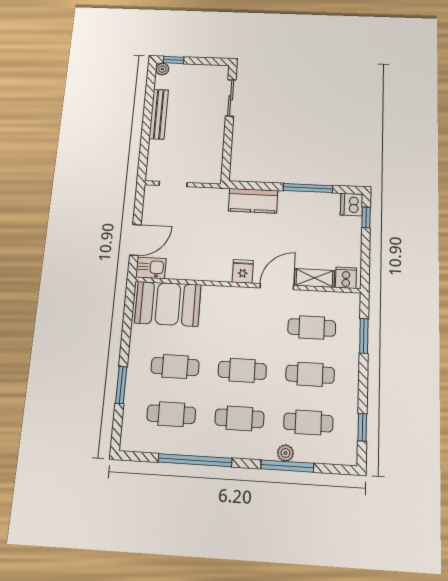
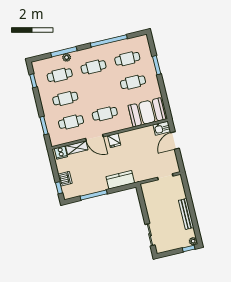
dishwasher: (352, 205) -> (65, 179), moved
door: (277, 287) -> (94, 138), hinge flipped
cafe table: (242, 370) -> (105, 114), moved

